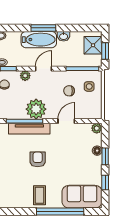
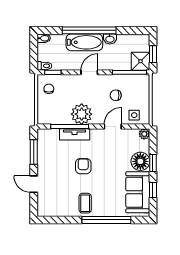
window: (43, 28) -> (89, 30), width x2.11
shower: (93, 45) -> (140, 61), moved
plant: (25, 76) -> (70, 80), removed
side table: (89, 86) -> (134, 115), moved
tv unit: (29, 129) -> (75, 134), width x0.71
floor lamp: (97, 151) -> (140, 161), width x1.89, depth x1.89
sofa: (82, 197) -> (138, 192), moved, turned -90

